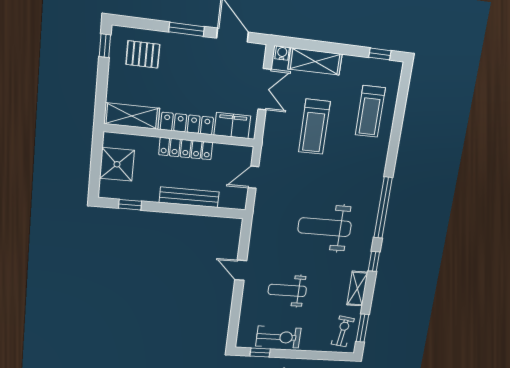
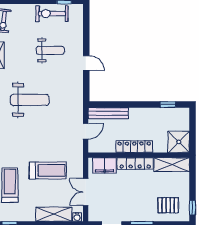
treadmill: (314, 127) -> (48, 170), turned 90
shower: (117, 164) -> (179, 142), moved
bench: (189, 197) -> (108, 113), moved

